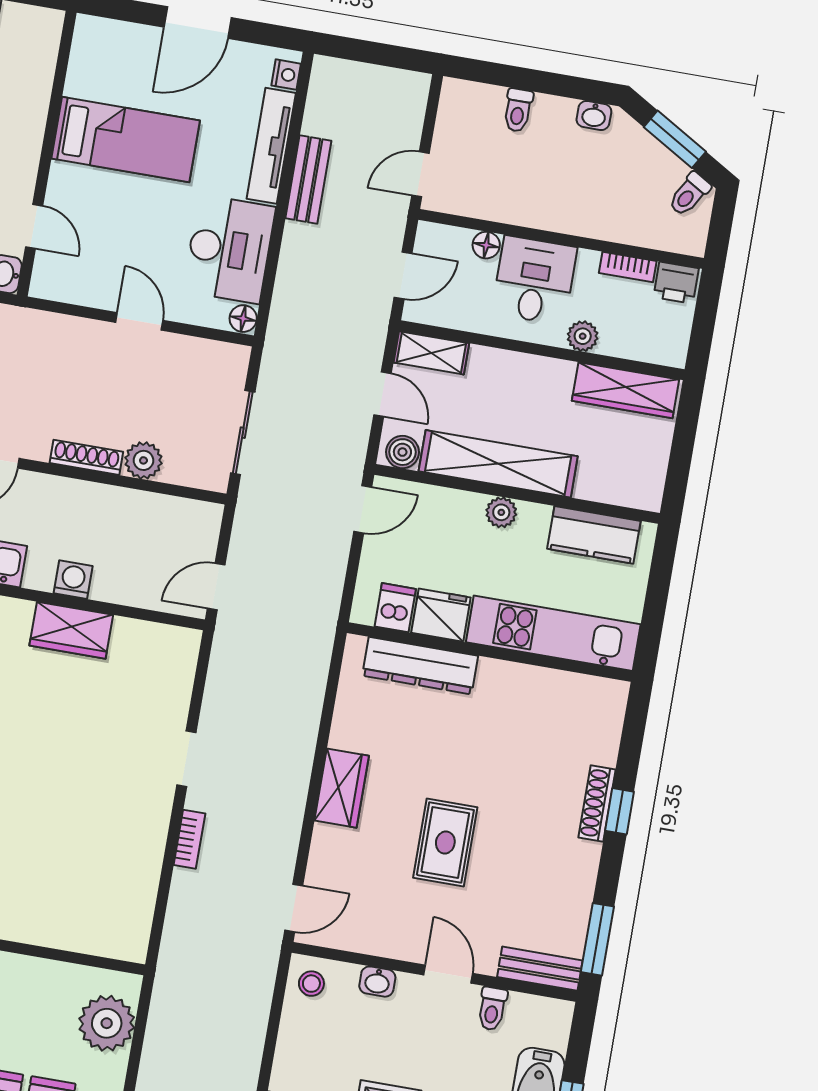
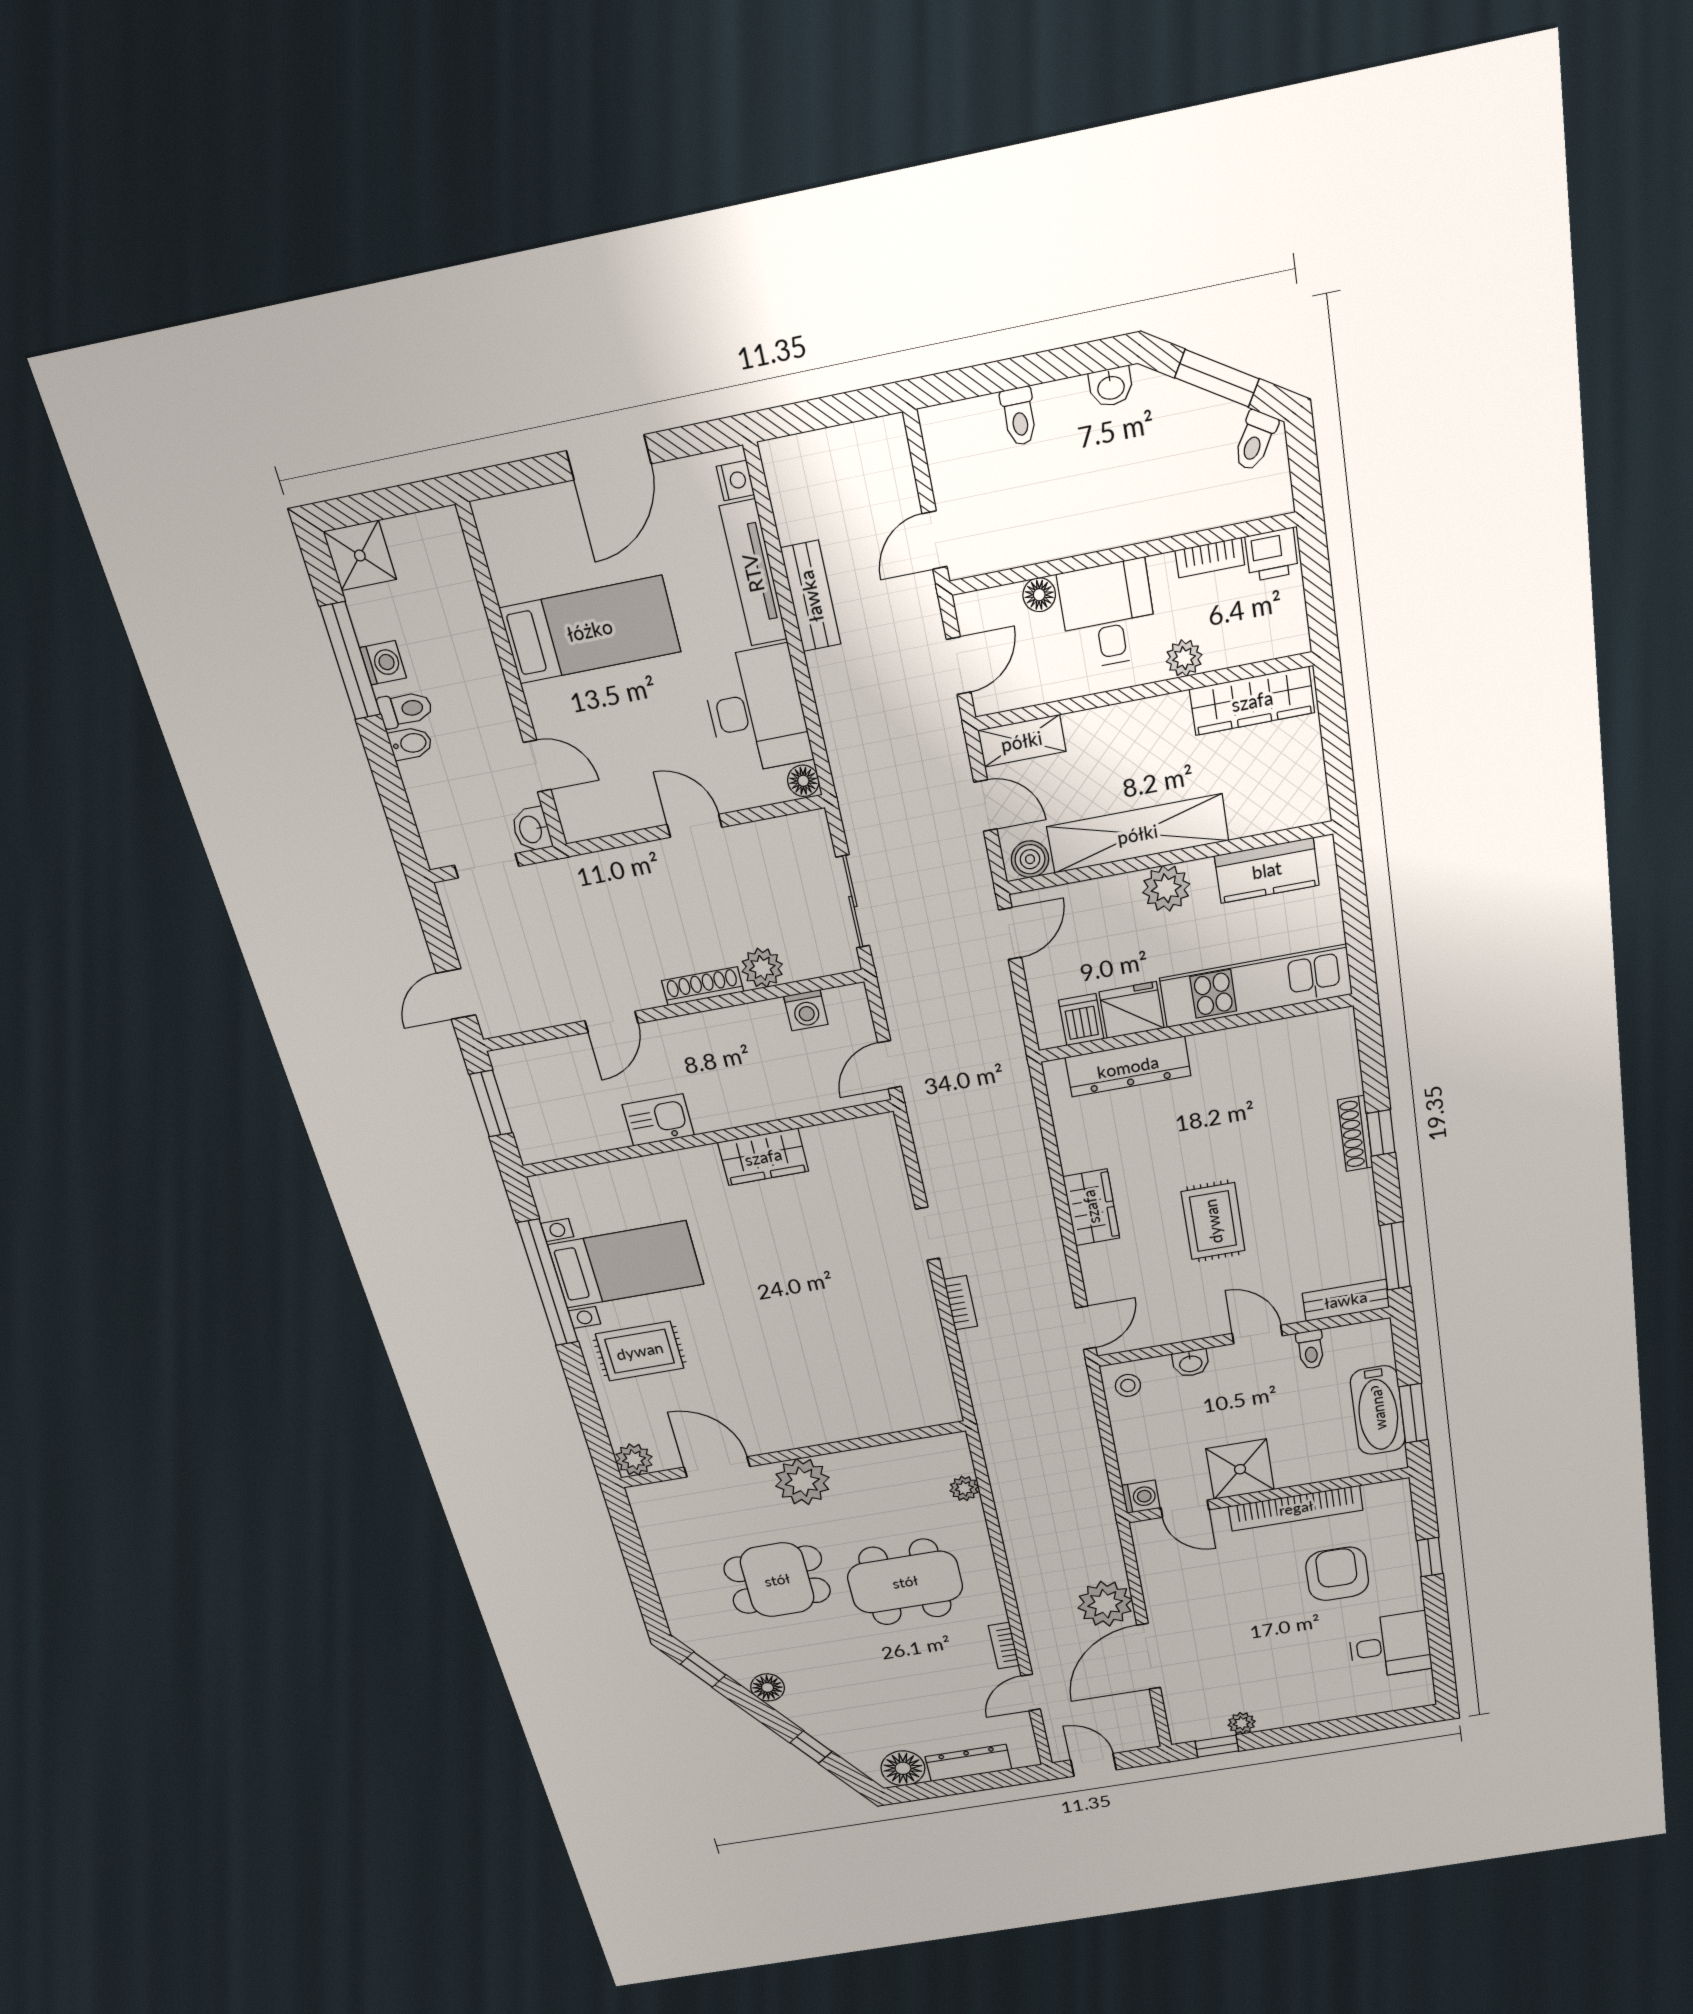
plant: (501, 512) -> (1166, 888), width x1.38, depth x1.38
washing machine: (73, 580) -> (806, 1010), moved, turned 180
plant: (107, 1023) -> (964, 1488), width x0.53, depth x0.53

